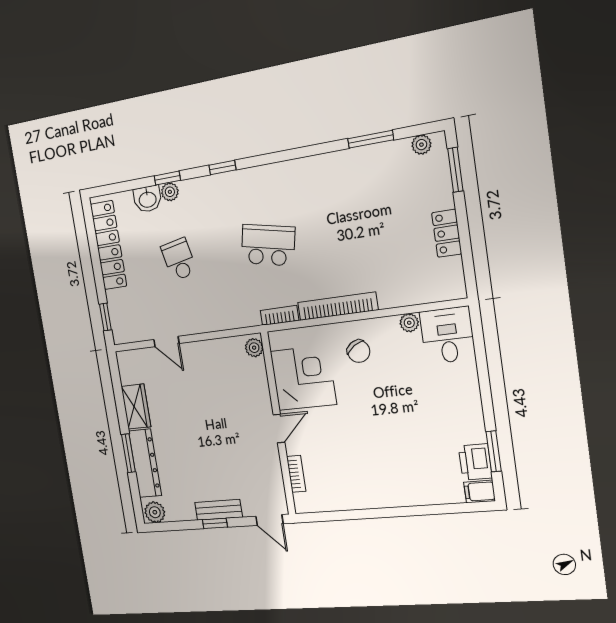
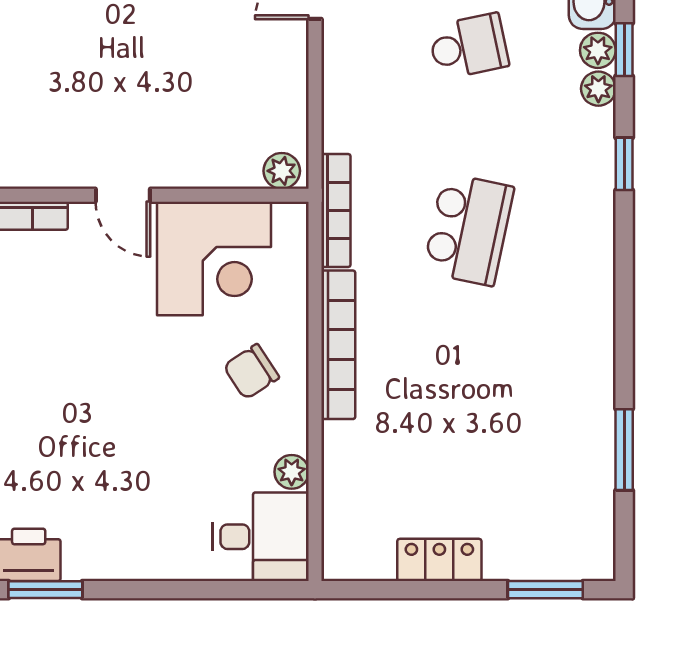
plant: (421, 145) -> (598, 89), moved
bookcase: (279, 315) -> (336, 210), width x1.56

